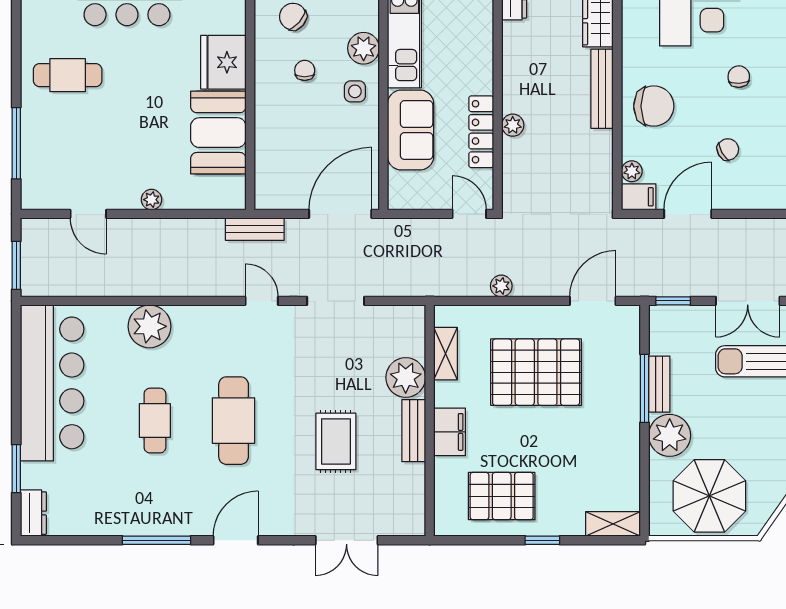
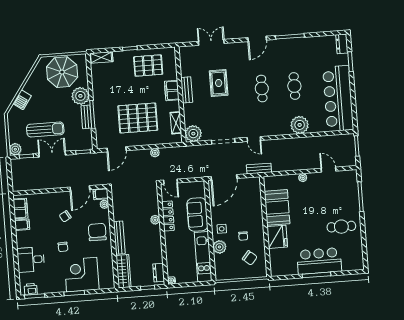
chair: (654, 106) -> (97, 232), turned 90
plant: (406, 378) -> (193, 134), moved
cafe table: (234, 421) -> (262, 88), width x0.73, depth x0.74

